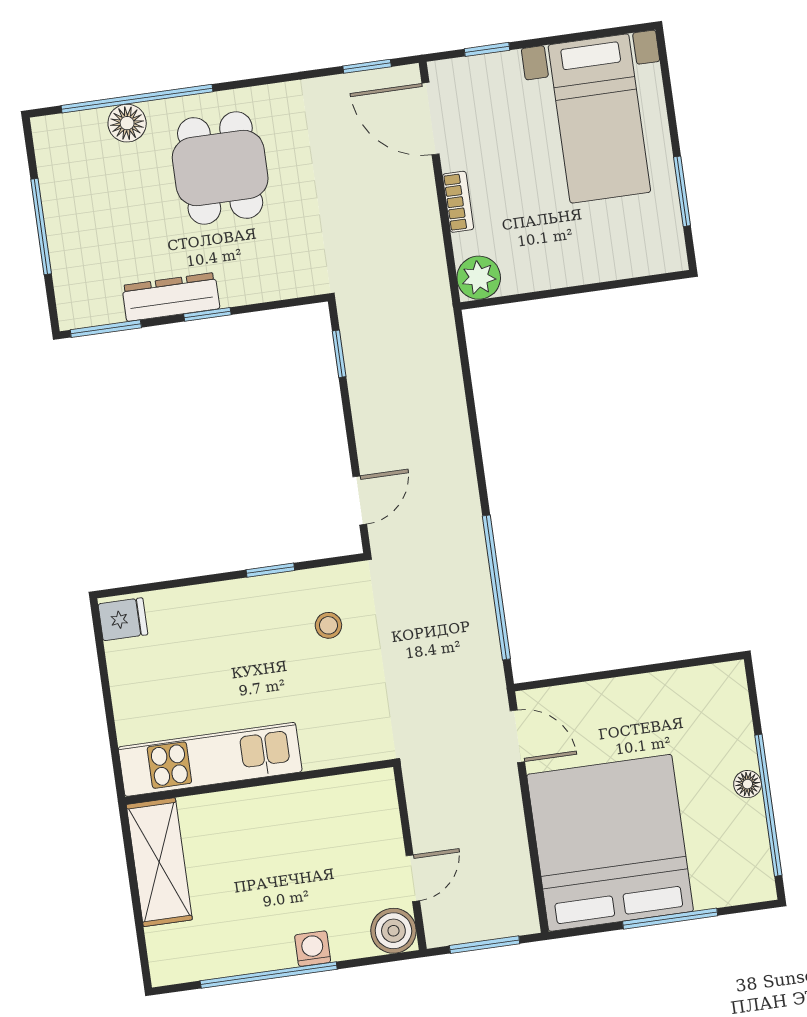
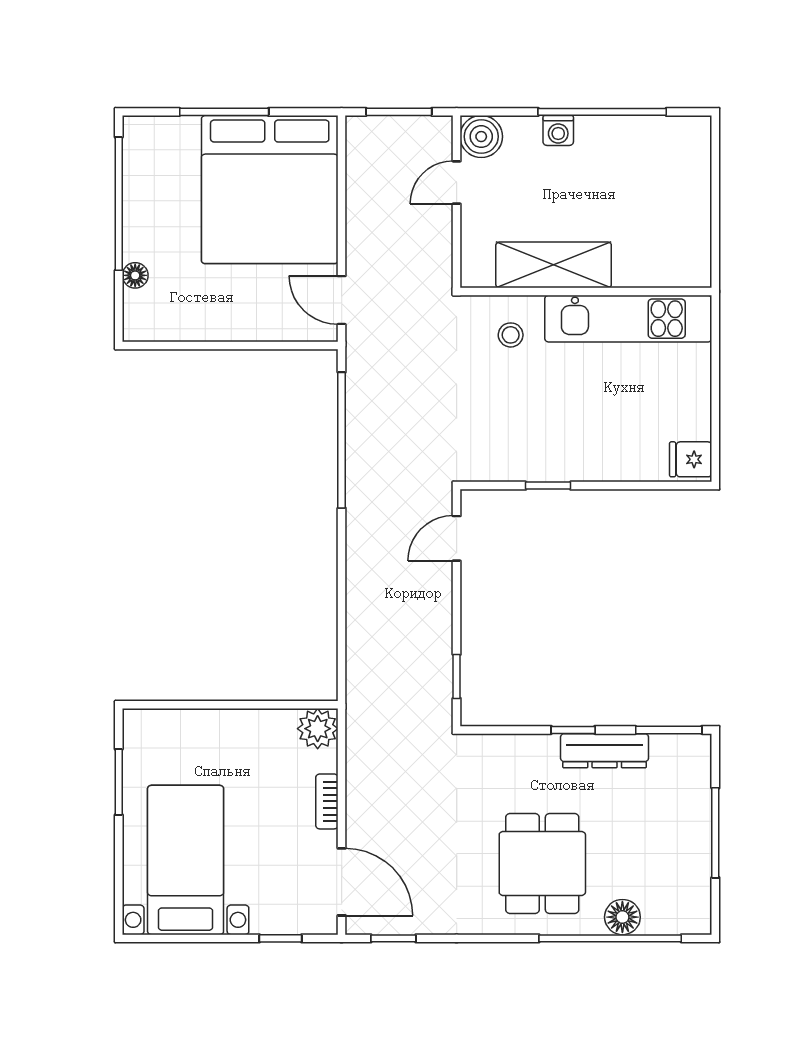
stool: (328, 625) -> (511, 335), moved
floor lamp: (748, 784) -> (135, 275), moved
shelving: (159, 862) -> (554, 265), moved, turned 90

